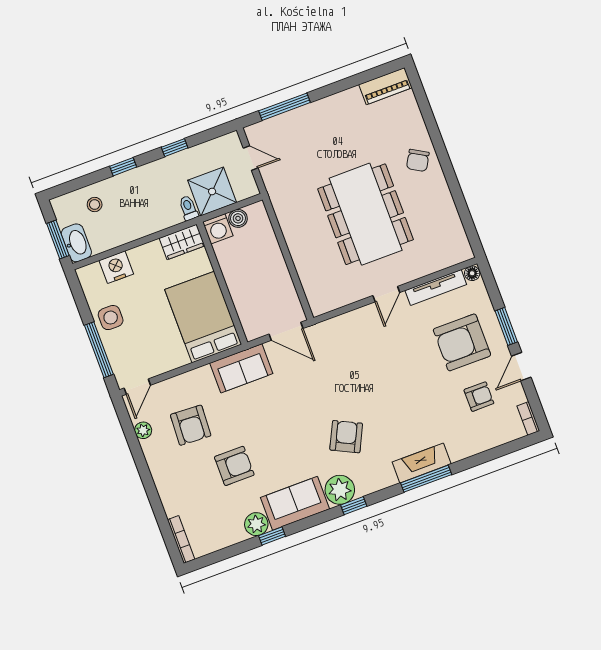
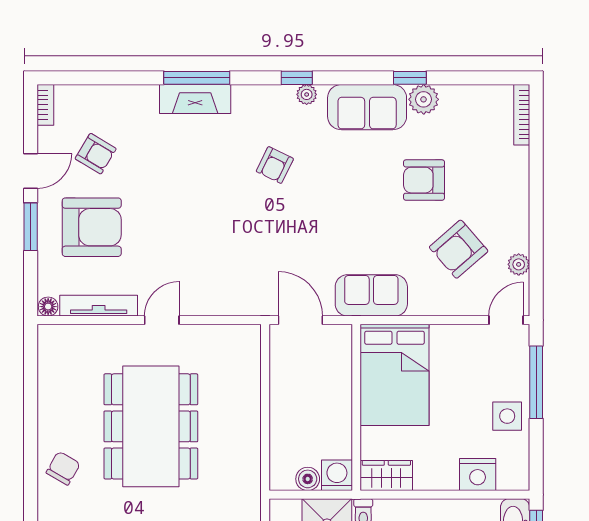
armchair: (479, 397) -> (96, 154), turned -149
armchair: (191, 425) -> (459, 249), turned -134
armchair: (346, 437) -> (275, 165), width x0.72, depth x0.72
plant: (340, 490) -> (307, 94), width x0.53, depth x0.53

